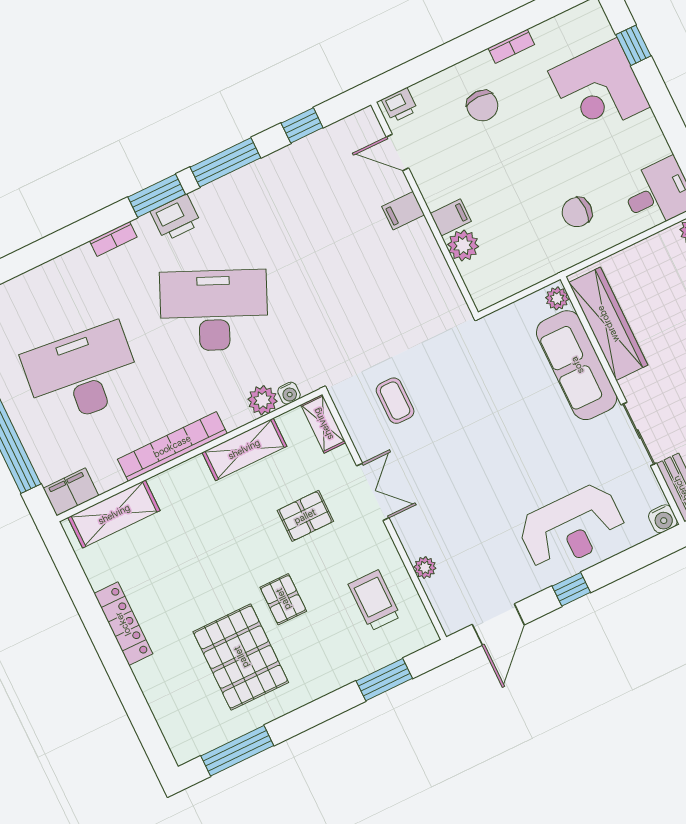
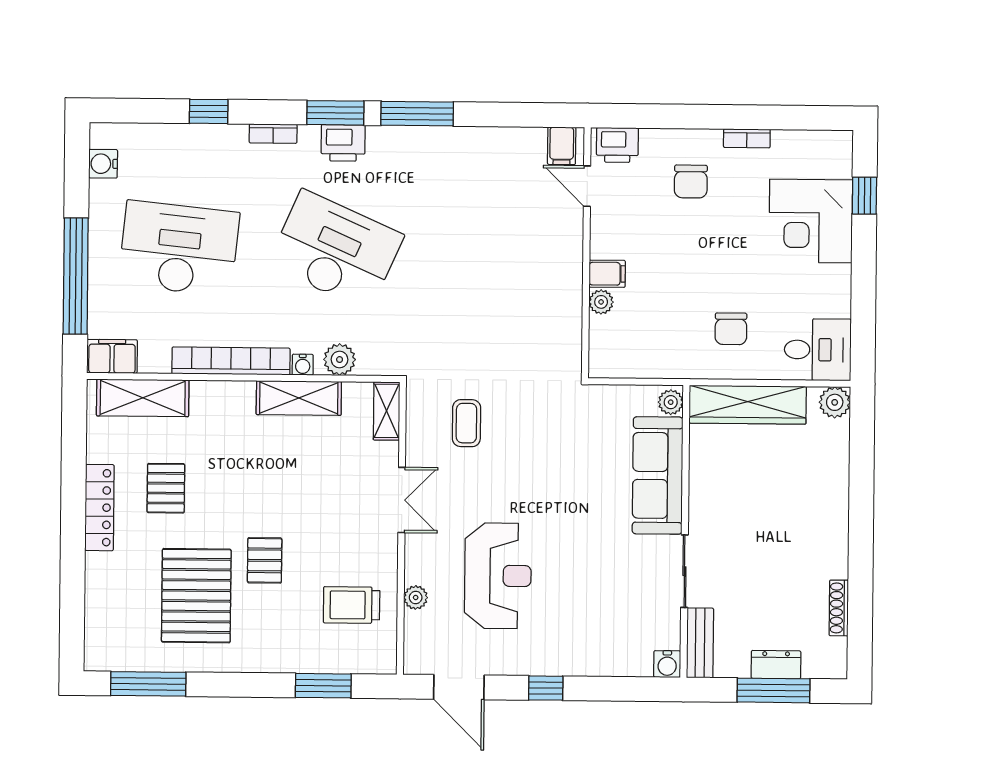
printer: (400, 105) -> (617, 145), width x1.36, depth x1.24
window: (302, 125) -> (209, 111), moved
filing cabinet: (403, 211) -> (562, 146), moved, turned -90
chair: (577, 212) -> (731, 329), turned -90
plant: (463, 245) -> (601, 302), width x0.73, depth x0.73
wardrobe: (608, 324) -> (748, 405), moved, turned 90
water cooler: (289, 393) -> (303, 365), moved
pallet: (305, 516) -> (166, 488), moved, turned 90
reception desk: (572, 528) -> (498, 576), moved, turned -90
trolley: (374, 600) -> (352, 605), turned -90
door: (498, 625) -> (459, 687), hinge flipped

